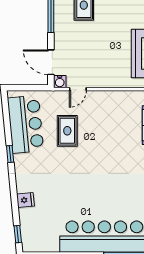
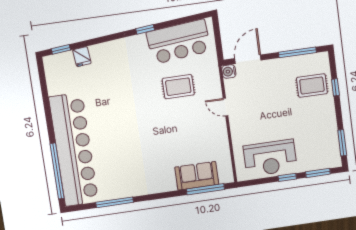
door: (78, 89) -> (226, 107), moved
fridge: (25, 200) -> (82, 57), moved

